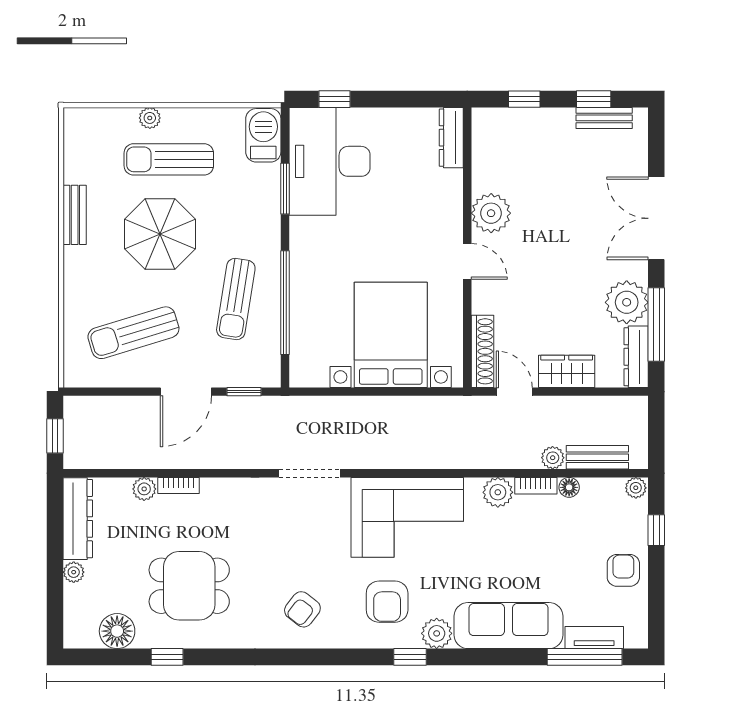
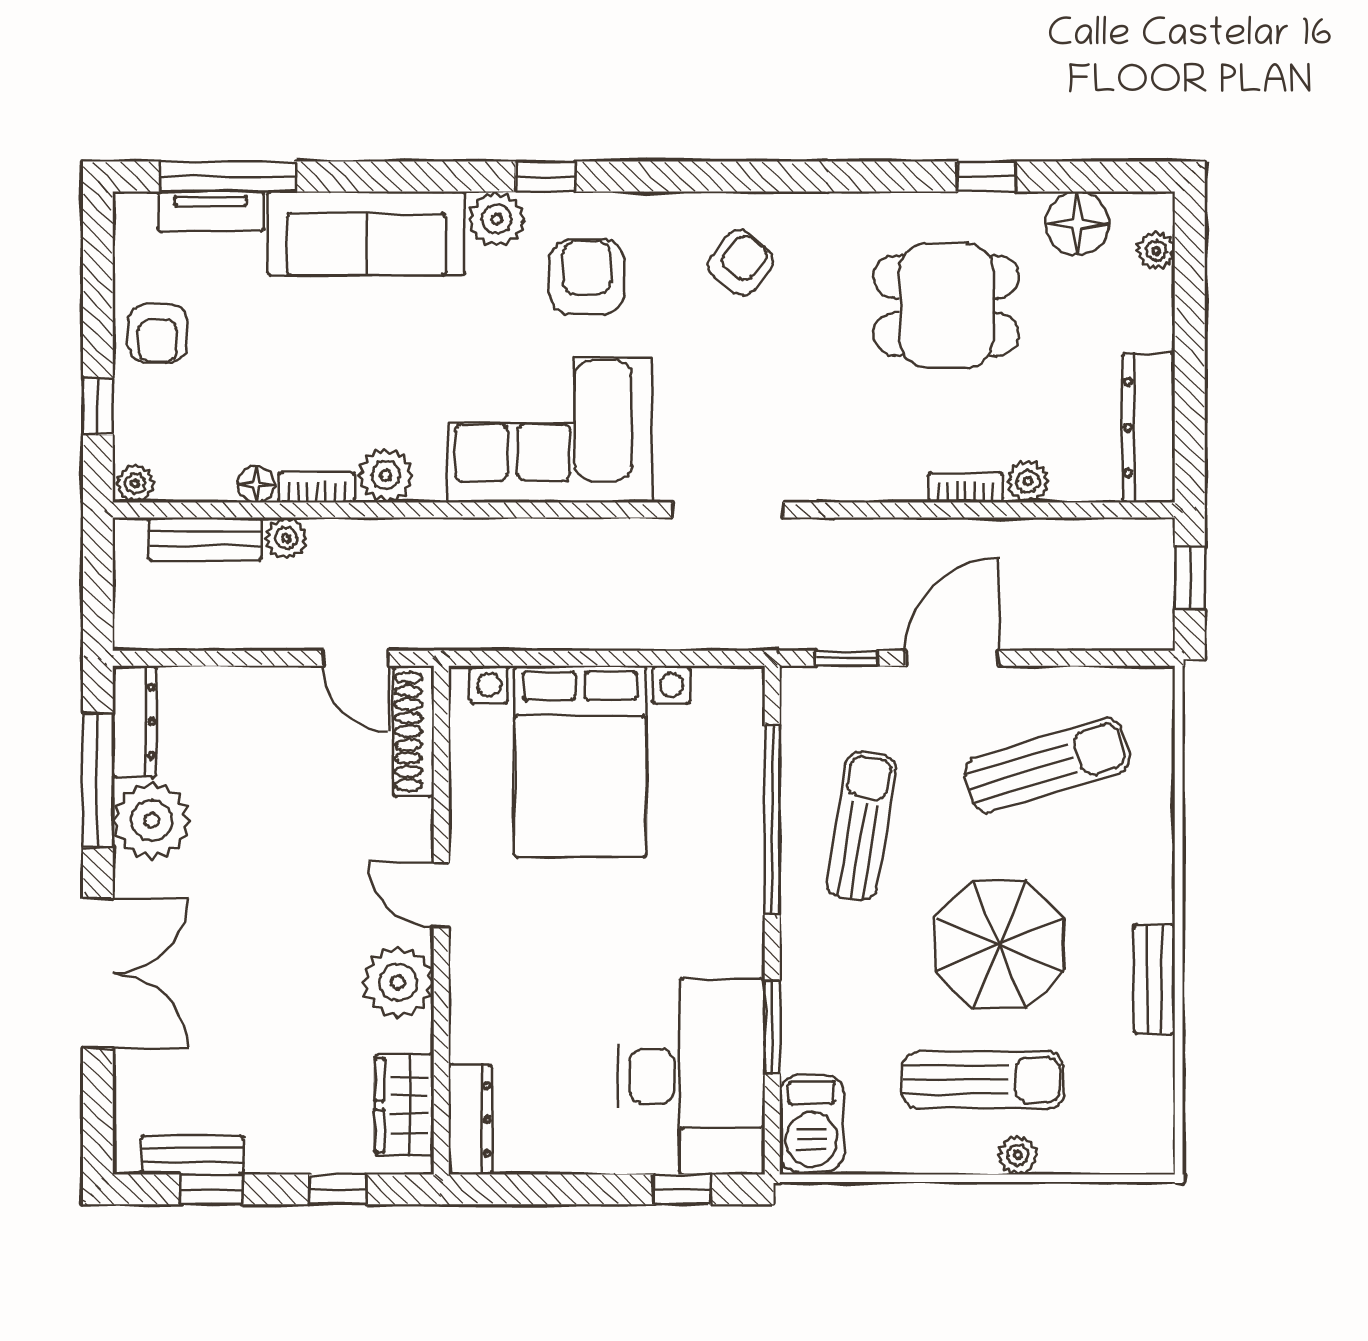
wardrobe: (567, 371) -> (404, 1105), moved, turned 90
plant: (74, 572) -> (1156, 251), moved

